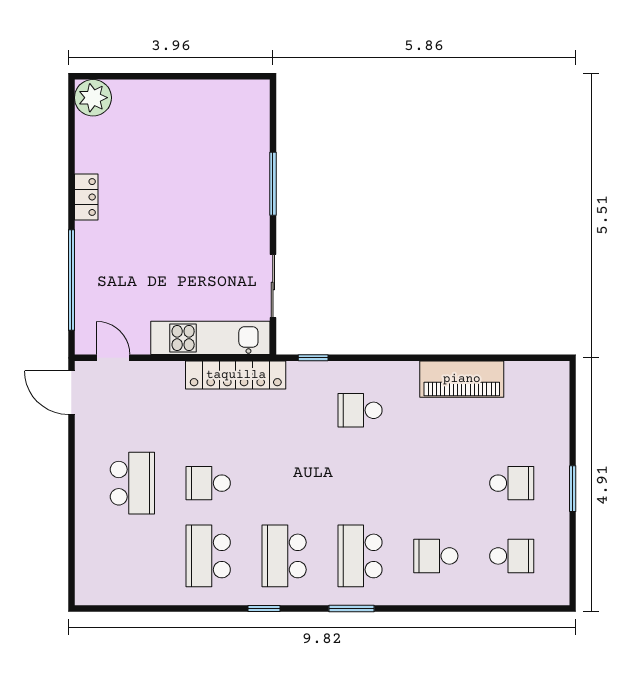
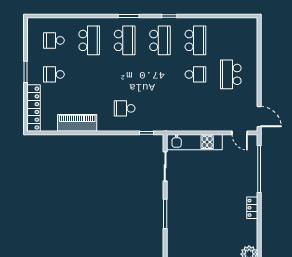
locker: (236, 375) -> (34, 108), moved, turned 90
school desk: (360, 410) -> (125, 108), turned 180
school desk: (436, 556) -> (89, 40), width x1.85

